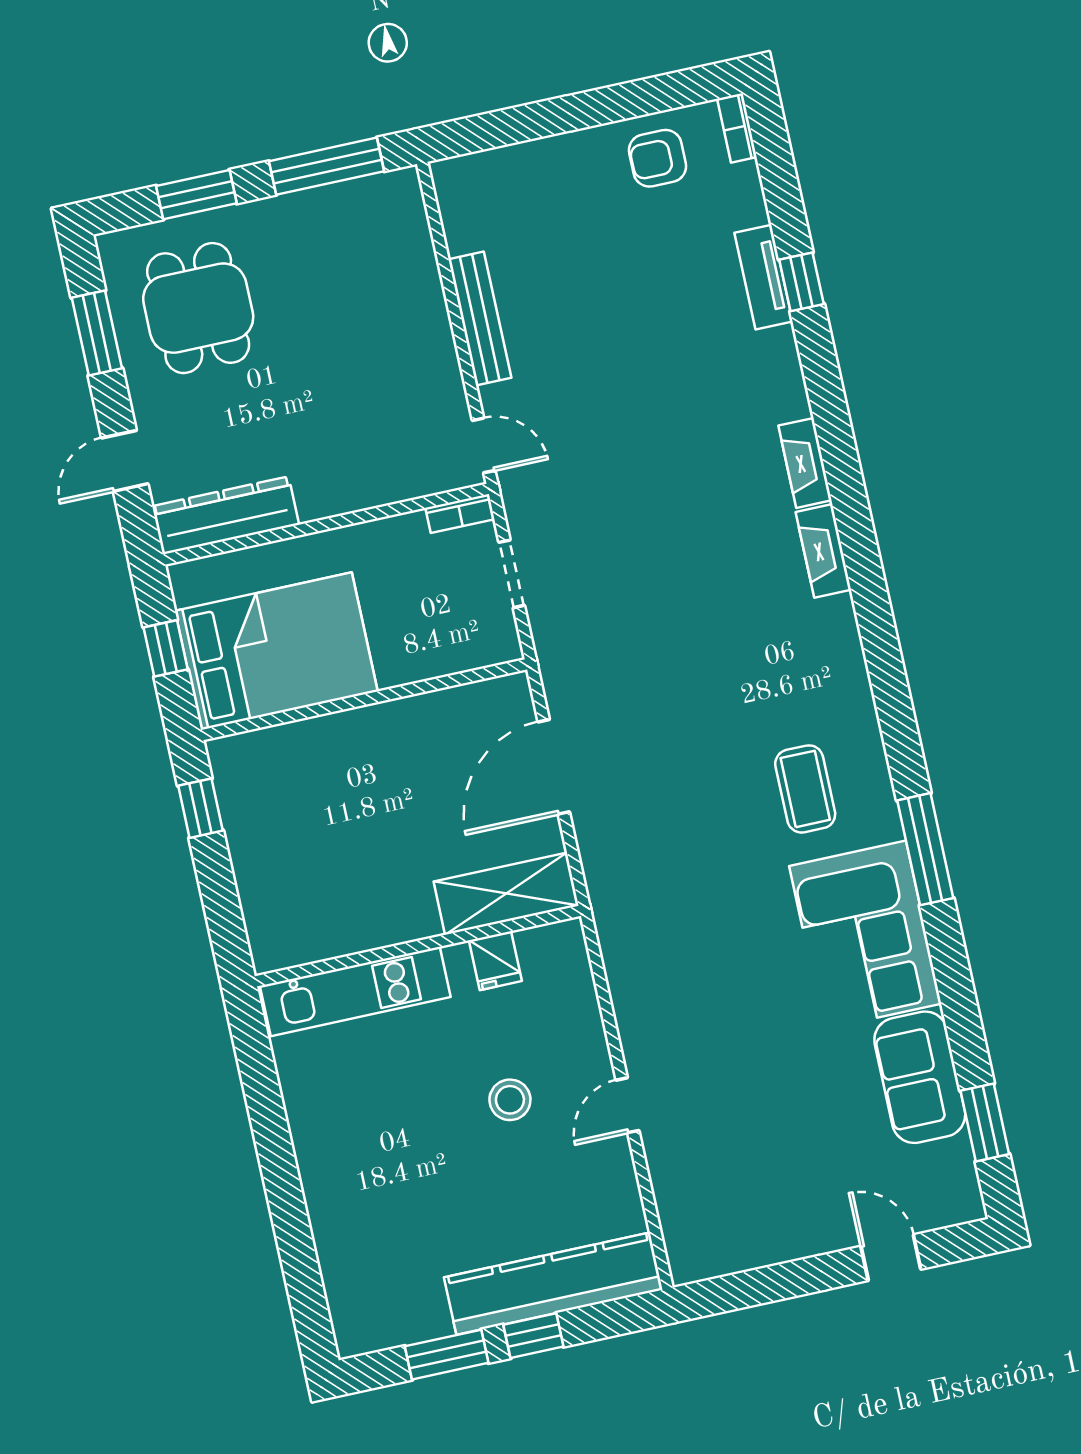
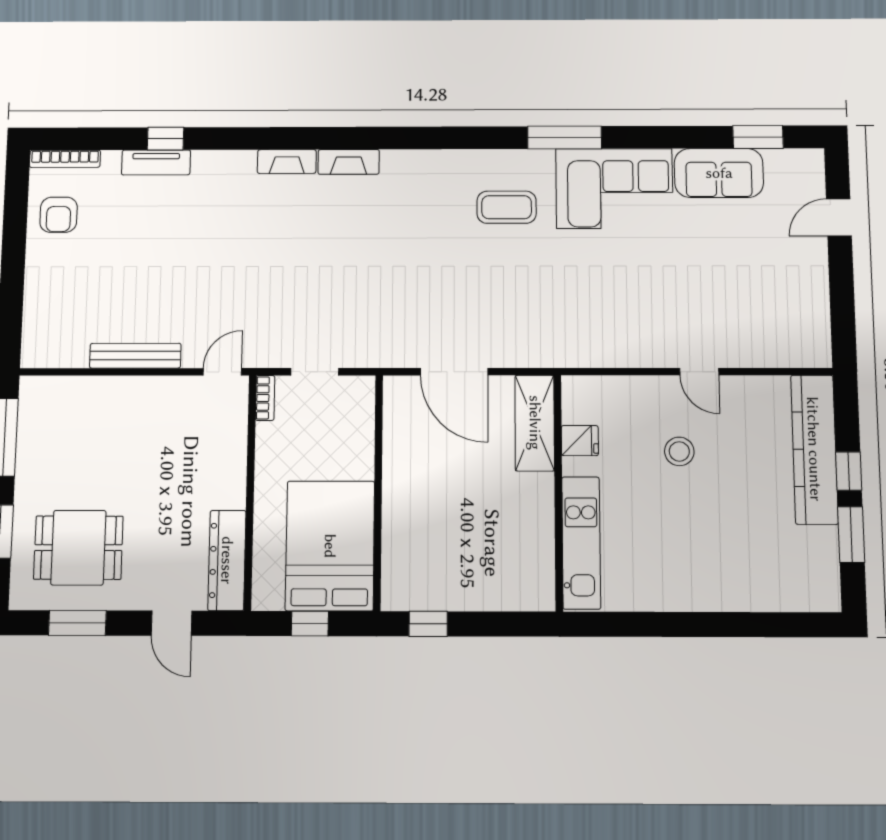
bookcase: (737, 128) -> (65, 159), width x1.56

